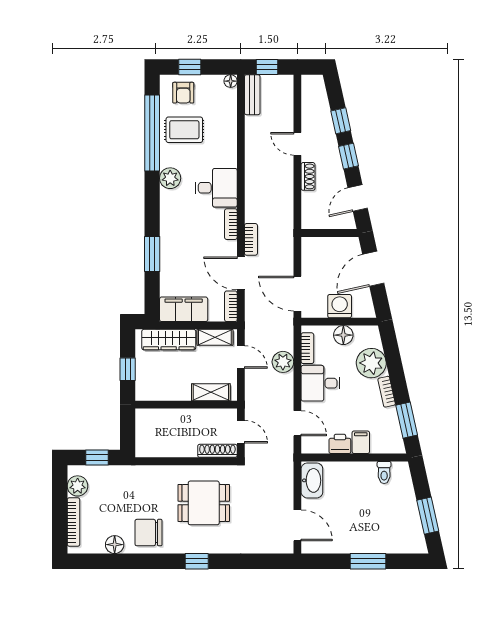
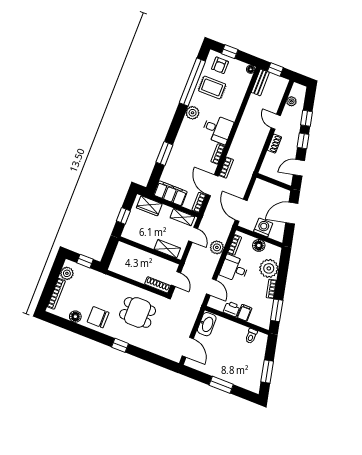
plant: (309, 105) -> (291, 101), added
wardrobe: (169, 340) -> (149, 206), width x0.67

